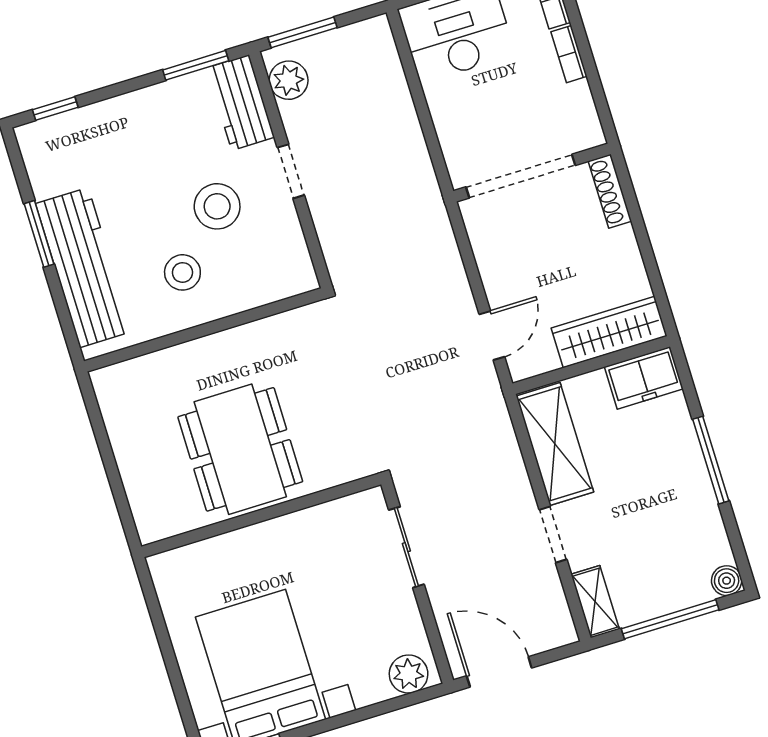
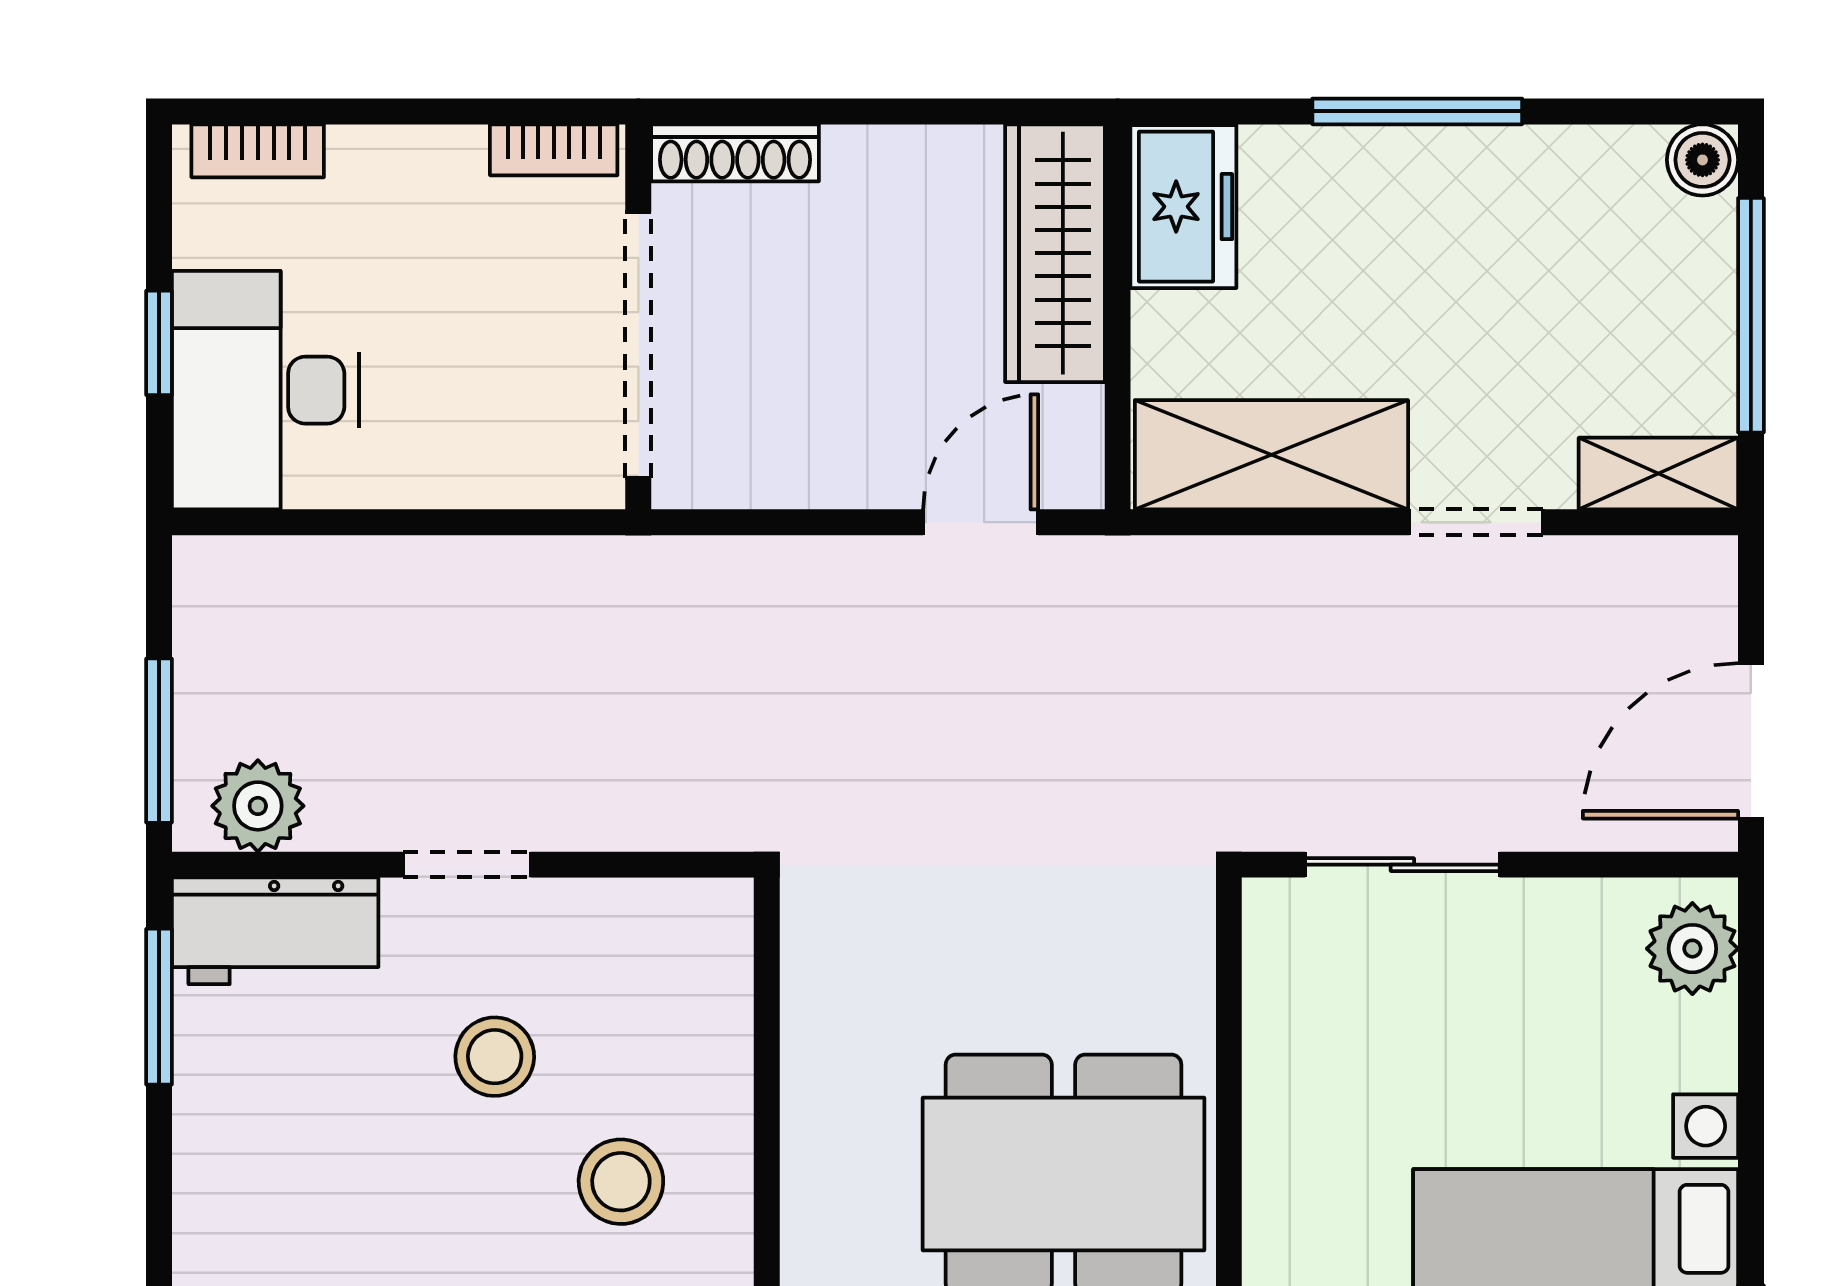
bookcase: (569, 54) -> (554, 150), moved
stool: (217, 206) -> (495, 1057), width x0.73, depth x0.73
door: (492, 335) -> (981, 522), hinge flipped

